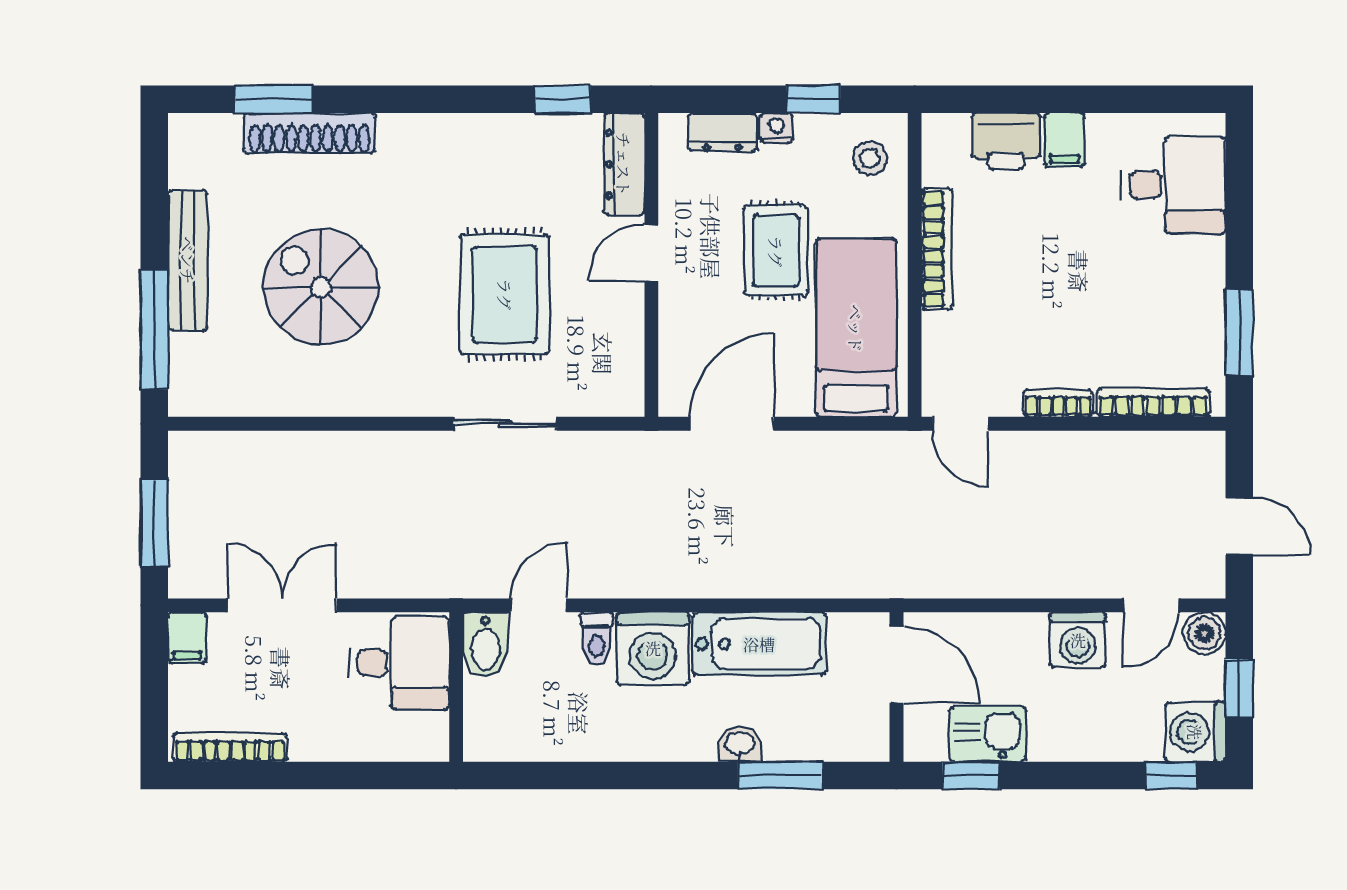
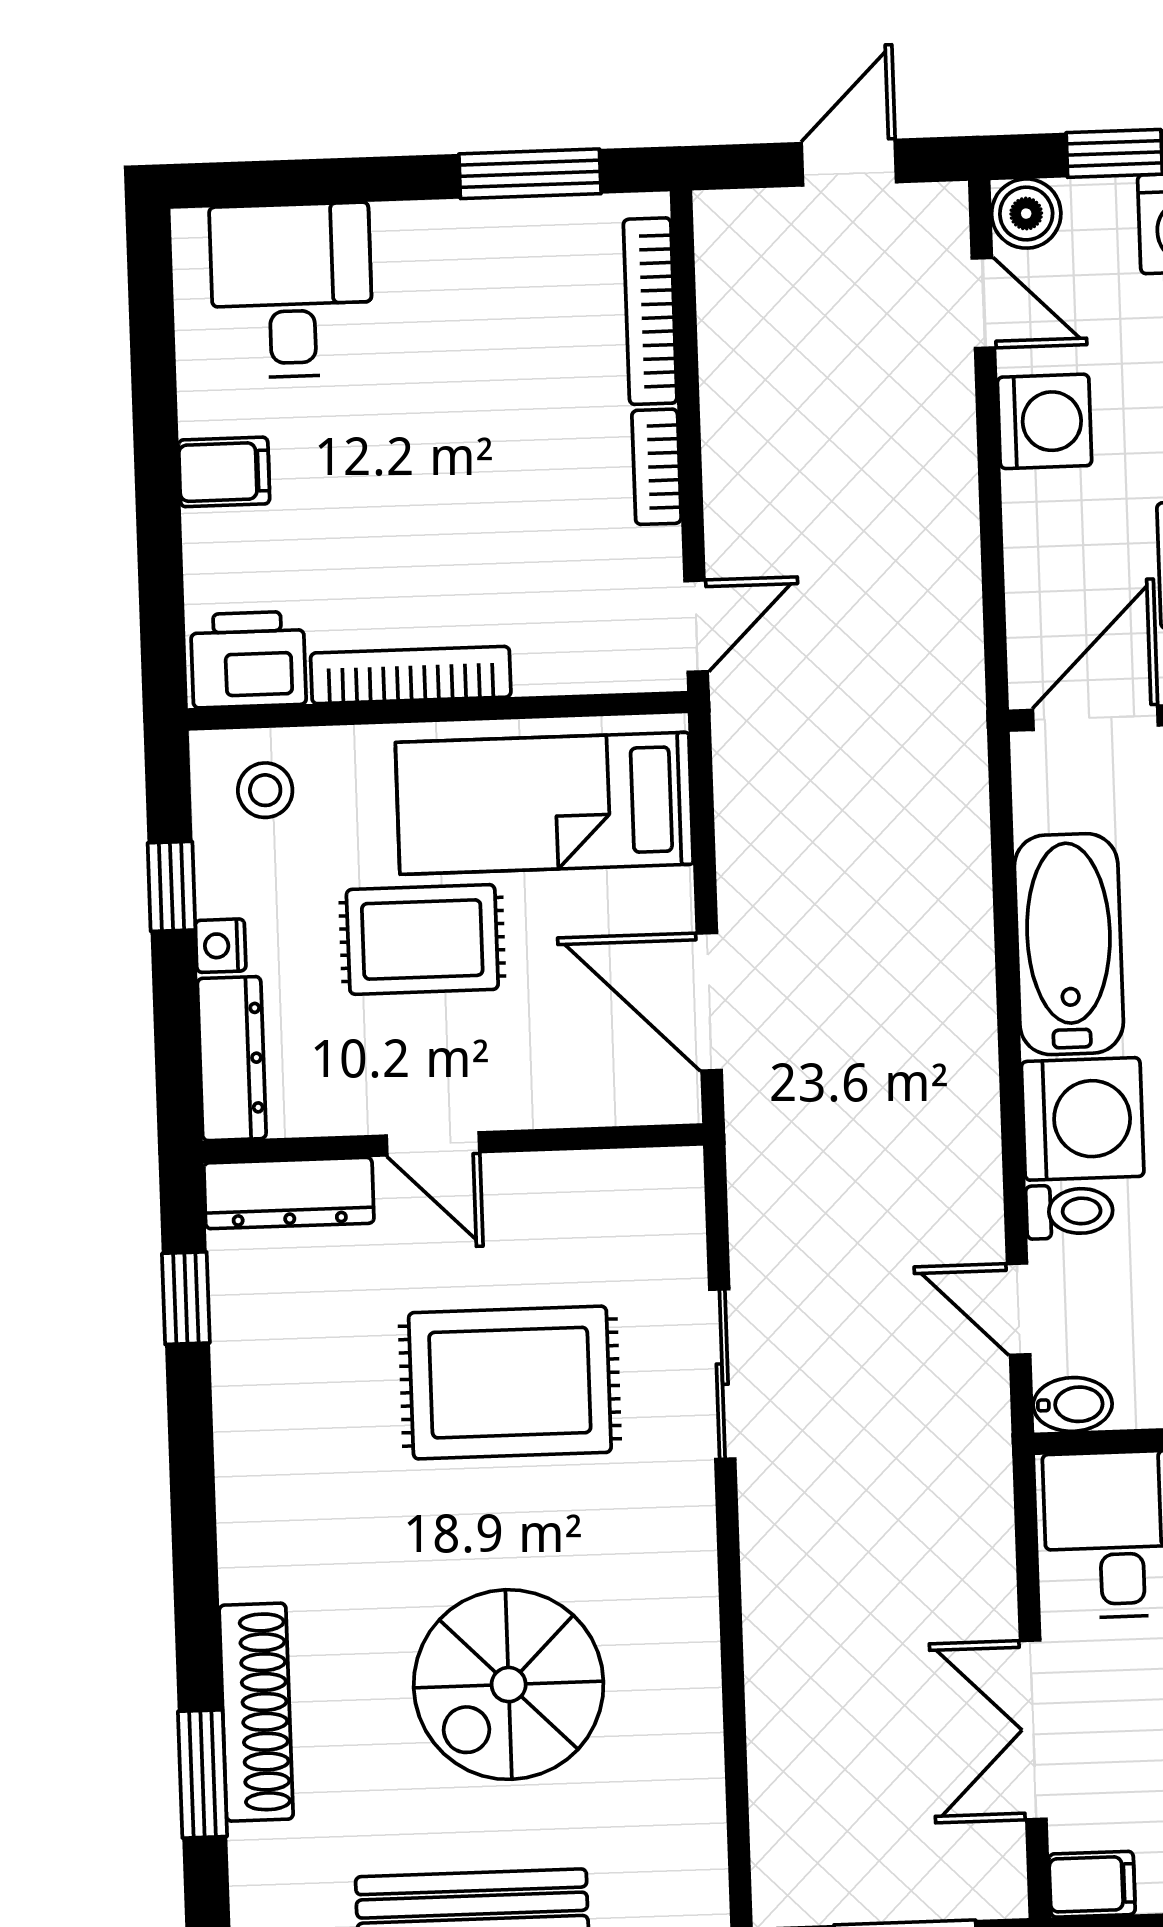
dresser: (723, 132) -> (232, 1059), width x1.44
printer: (1006, 141) -> (248, 660), moved, turned -90
bidet: (486, 645) -> (1073, 1404), width x0.72, depth x0.74

